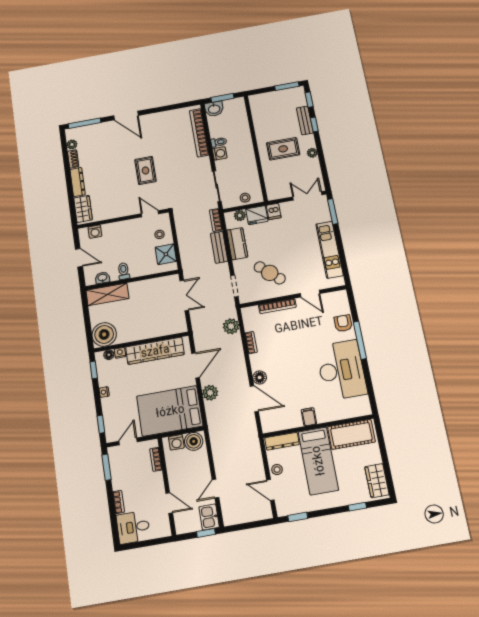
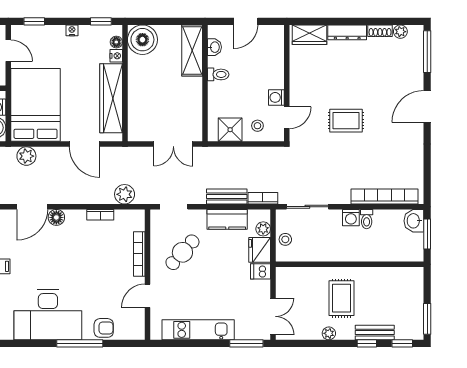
washing machine: (95, 232) -> (276, 97), moved
plant: (210, 393) -> (26, 156), moved

